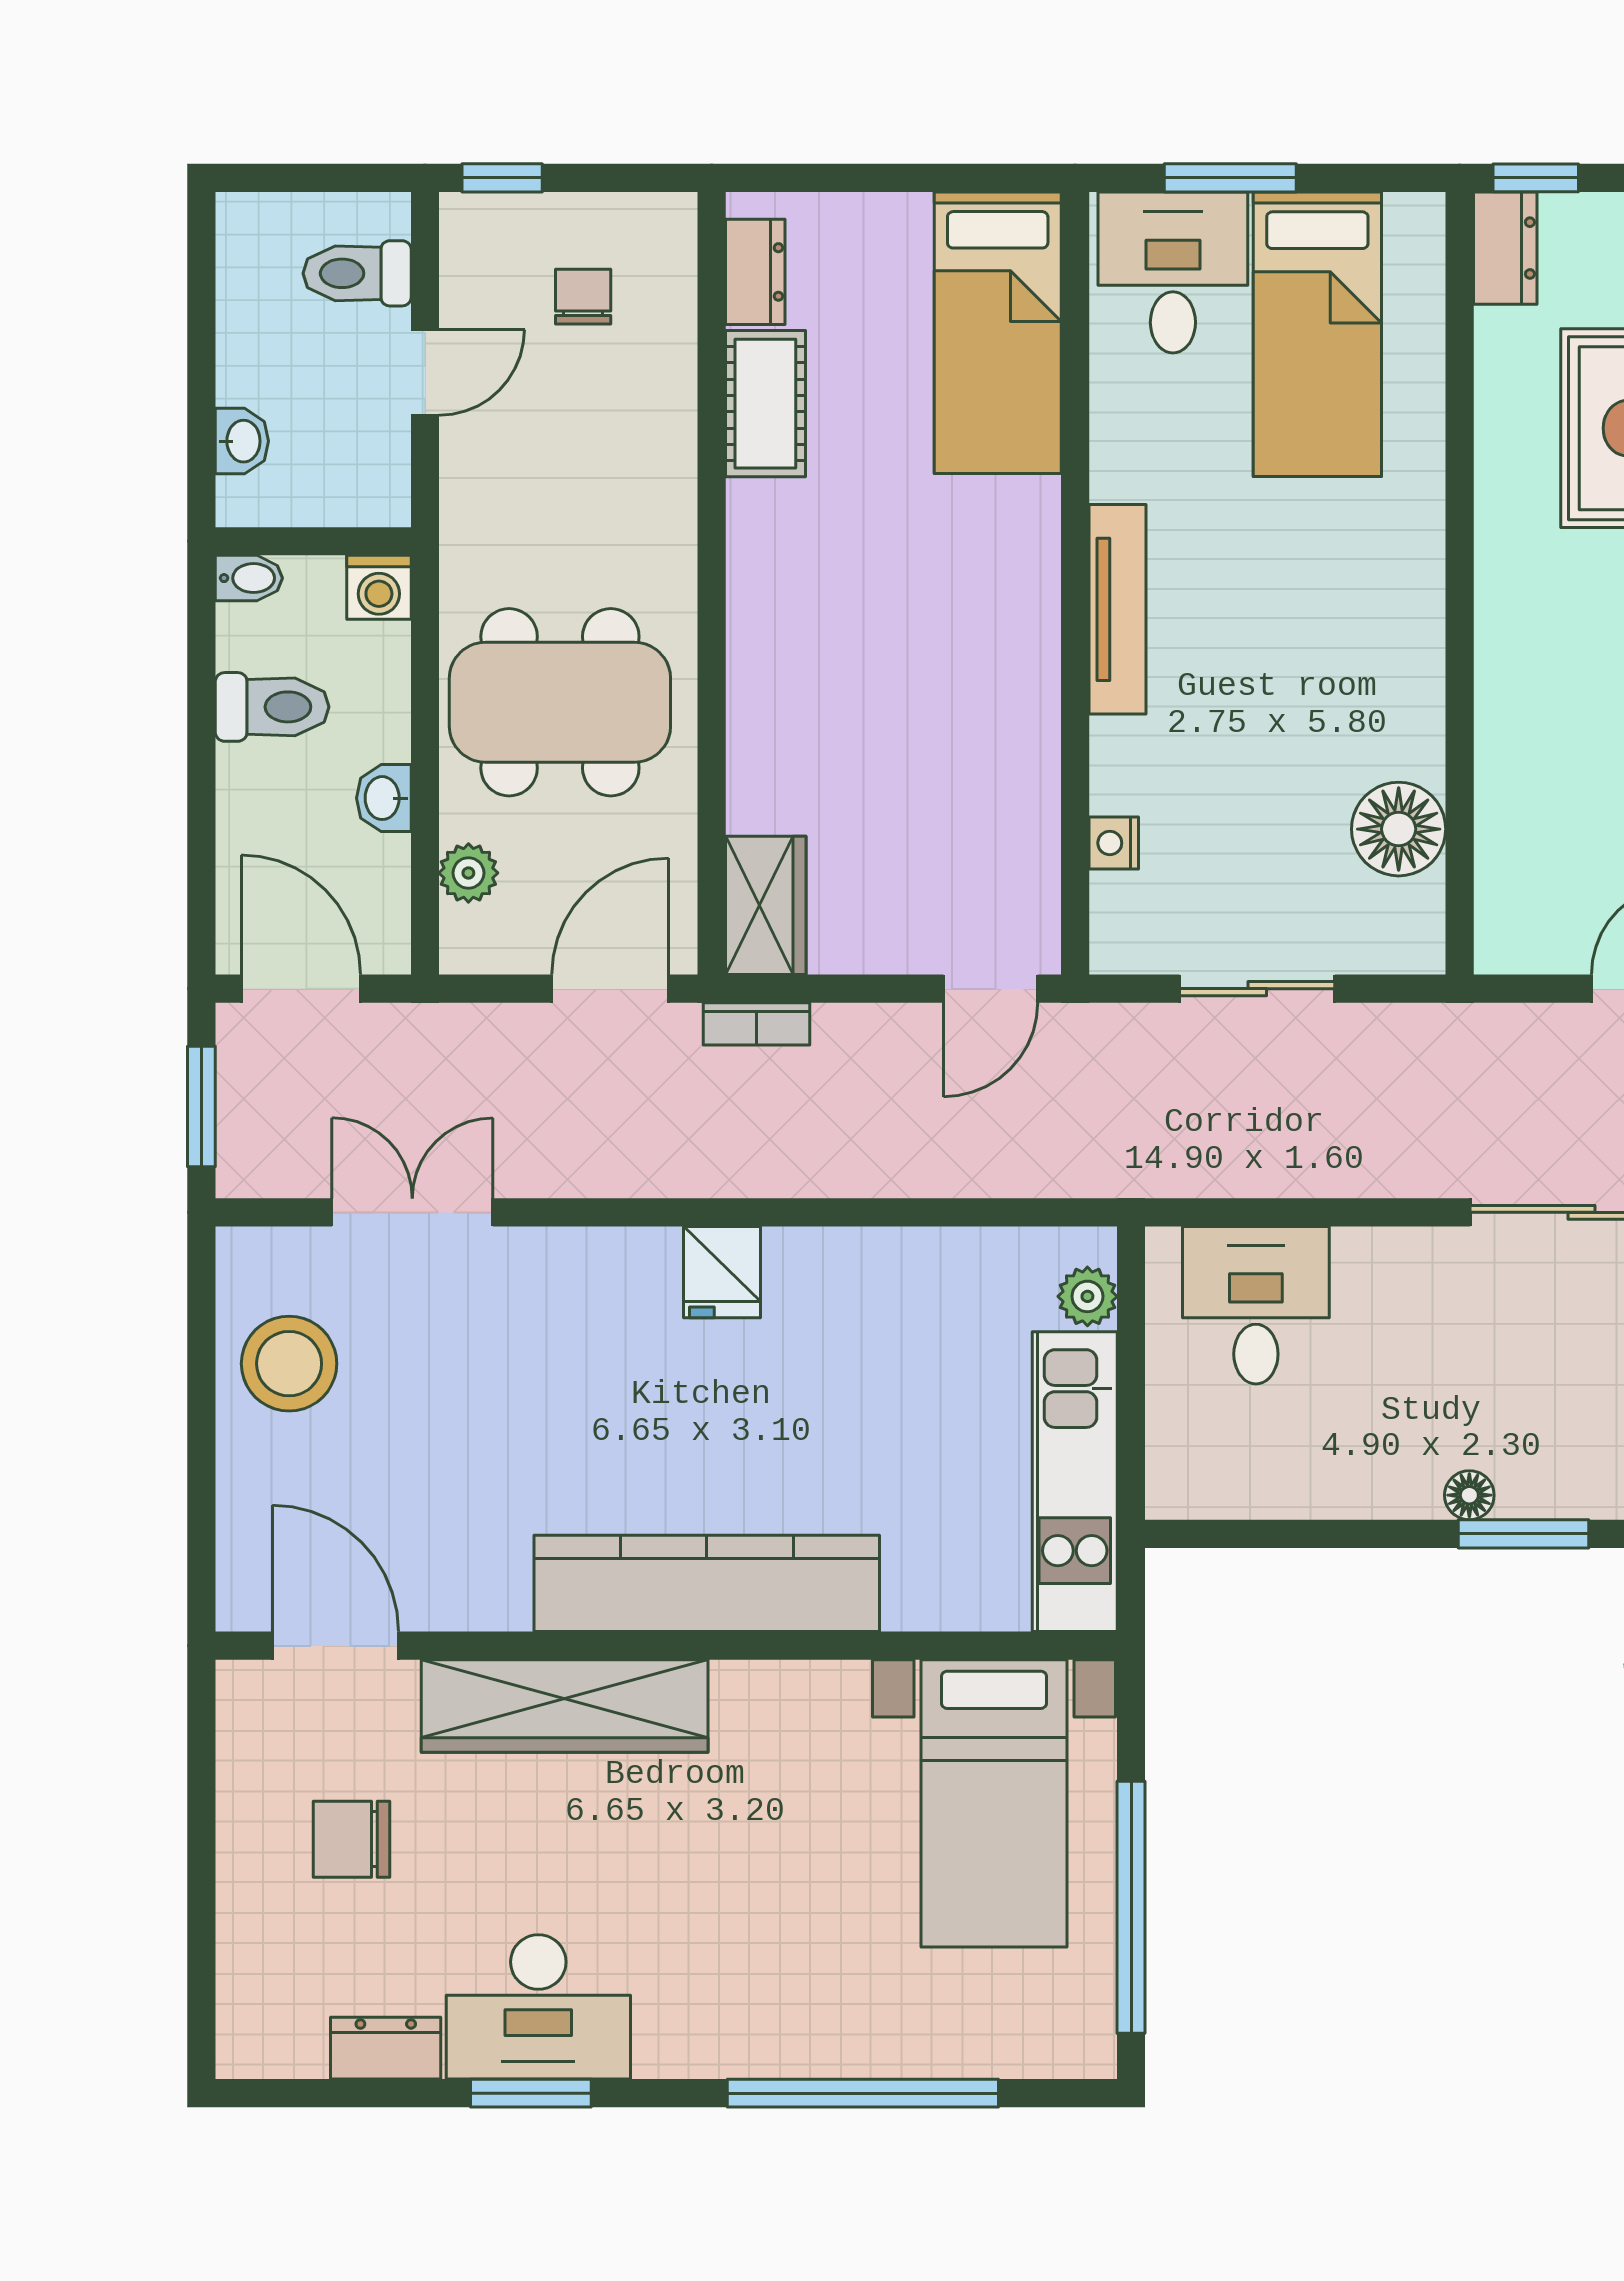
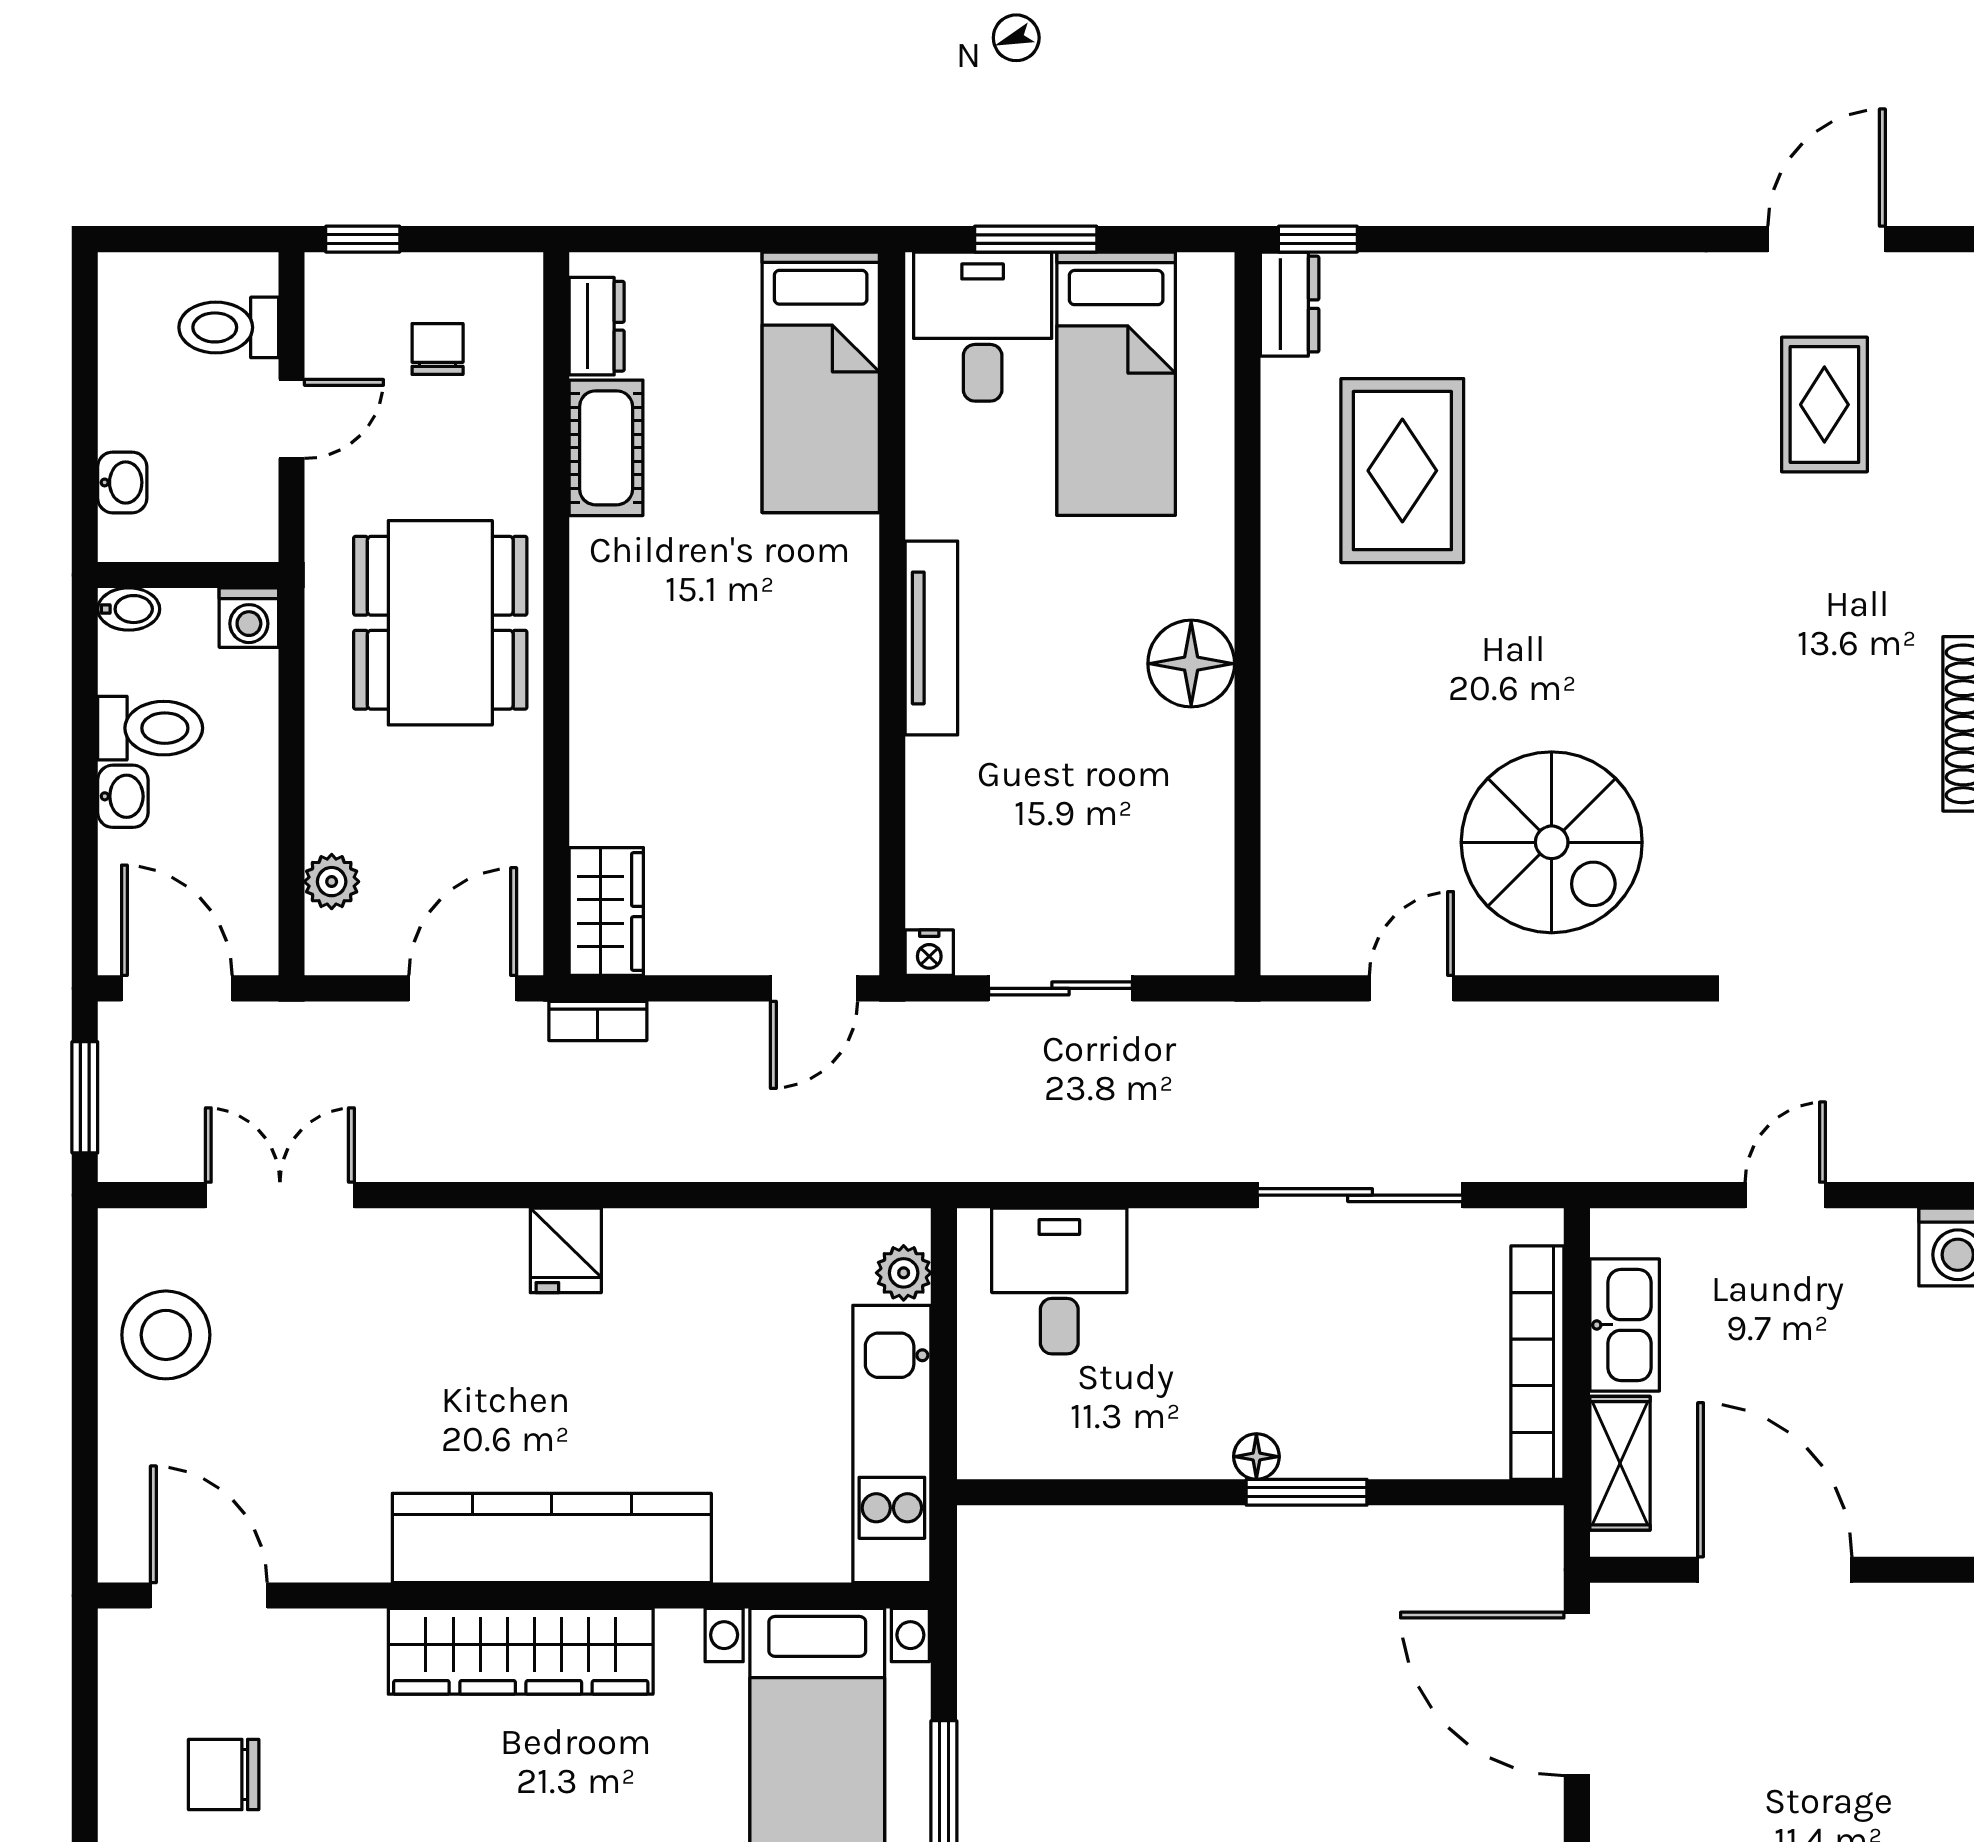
dining table: (560, 702) -> (440, 623), moved, turned 90
washbasin: (384, 798) -> (123, 796), moved, turned 180
floor lamp: (1399, 829) -> (1191, 664), moved
nightstand: (1114, 843) -> (929, 953), moved, turned -90
wardrobe: (565, 1706) -> (521, 1651), moved

